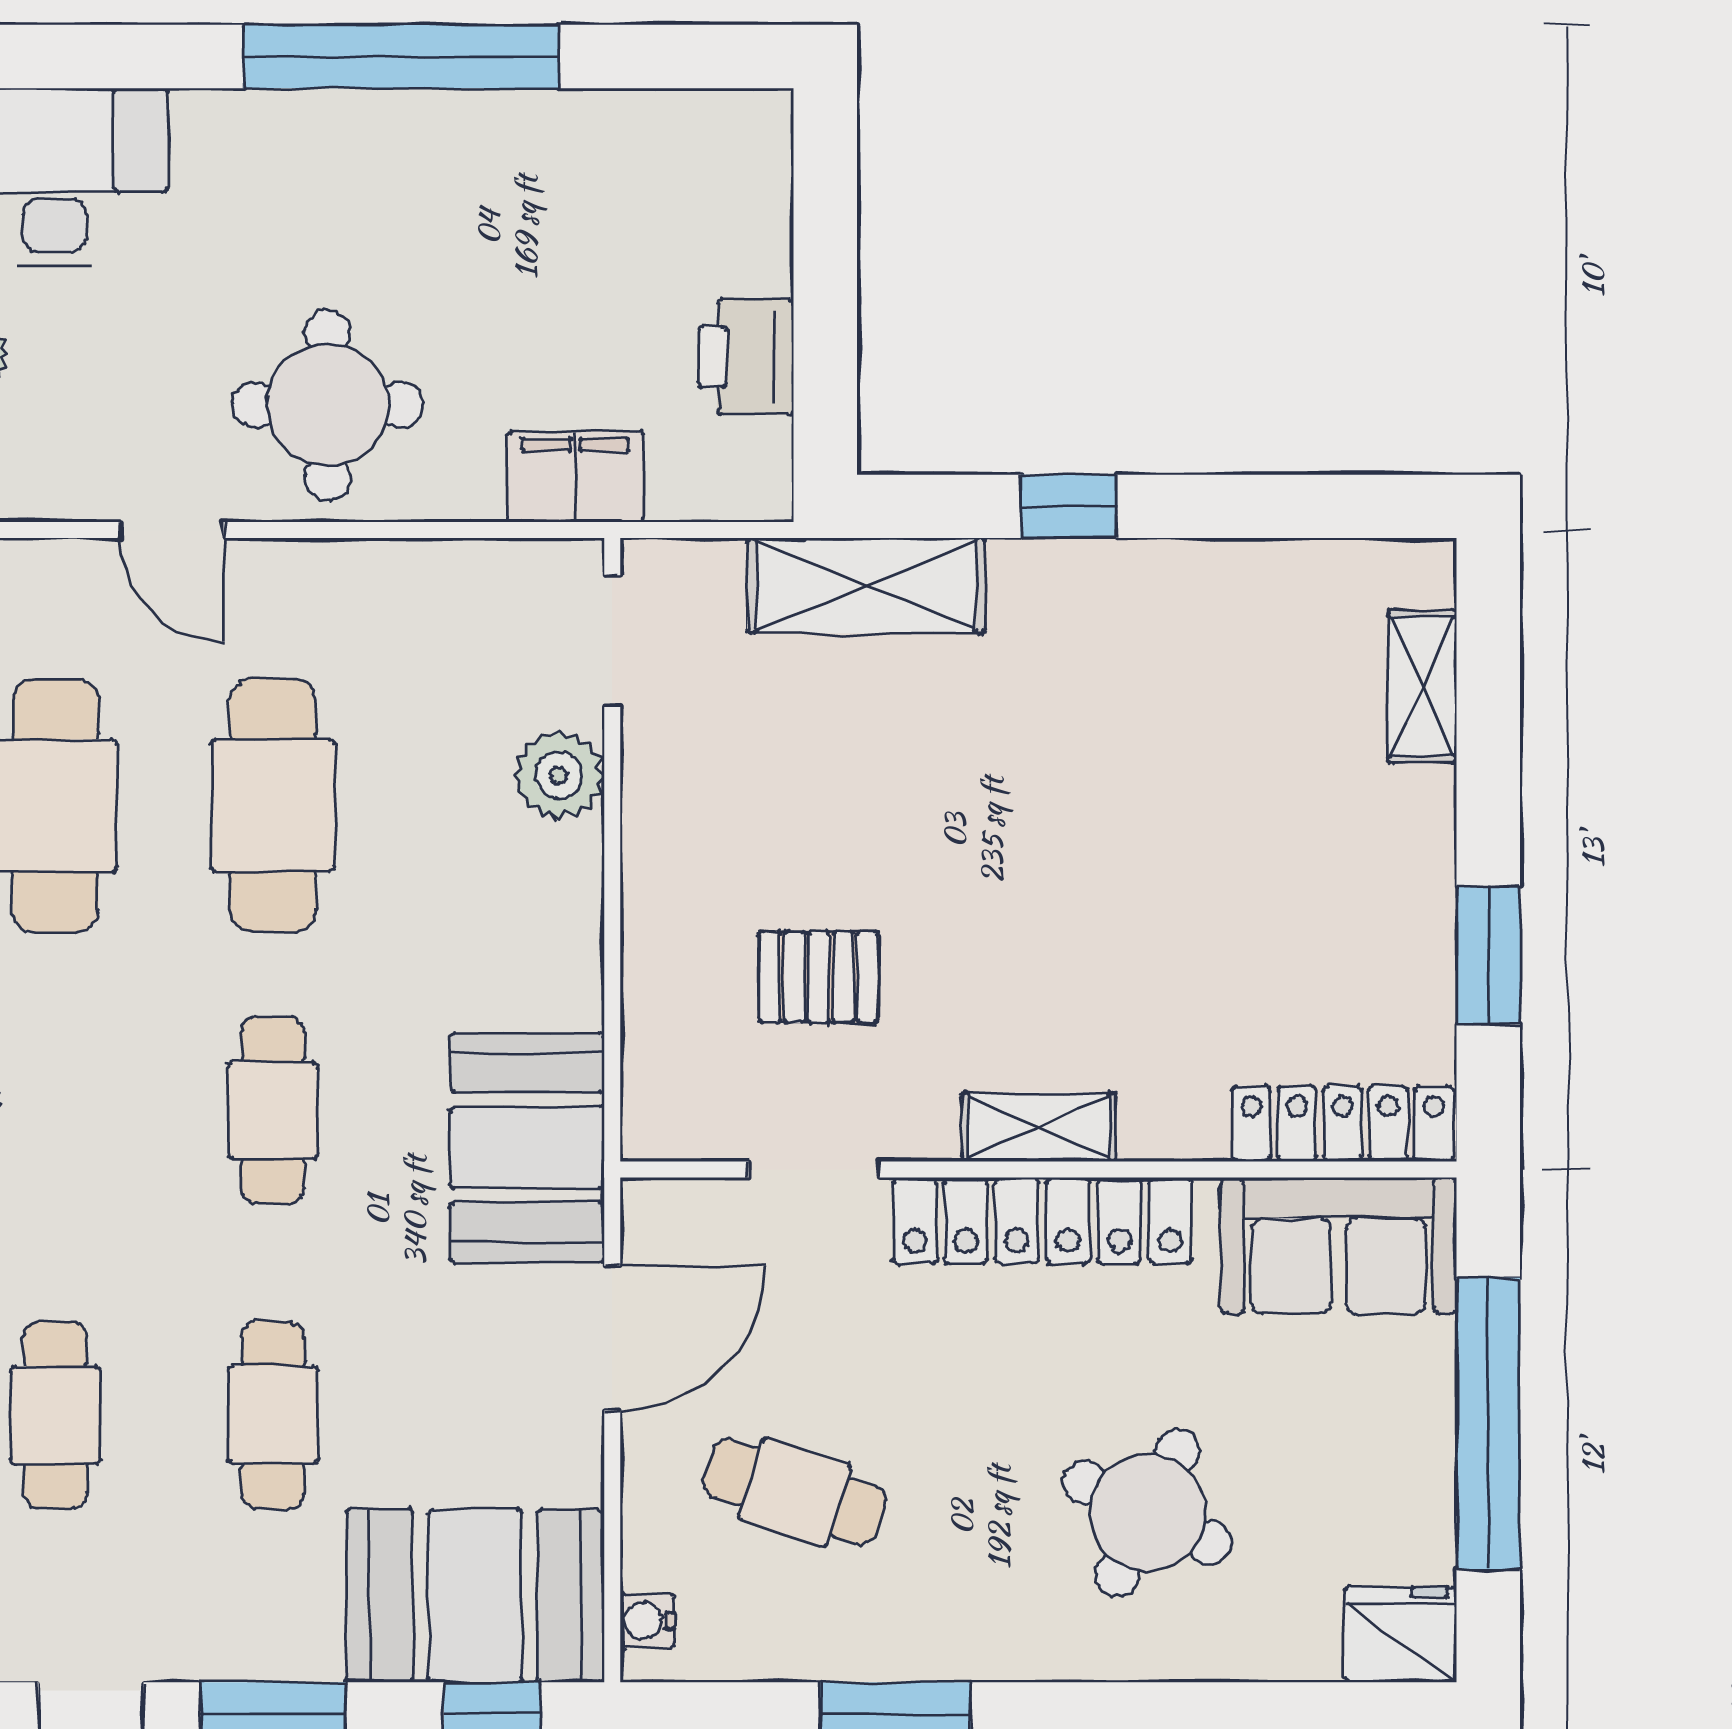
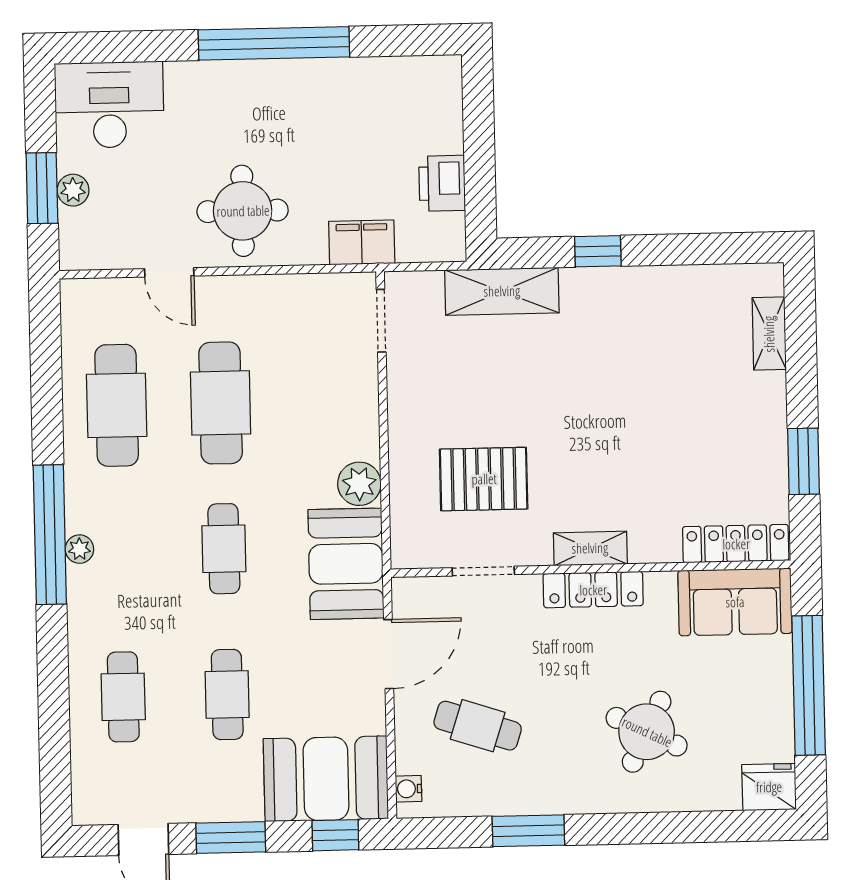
plant: (559, 775) -> (359, 484), moved
pallet: (819, 977) -> (484, 479), width x1.50, depth x1.42
locker: (1043, 1221) -> (593, 590), width x0.71, depth x0.83

